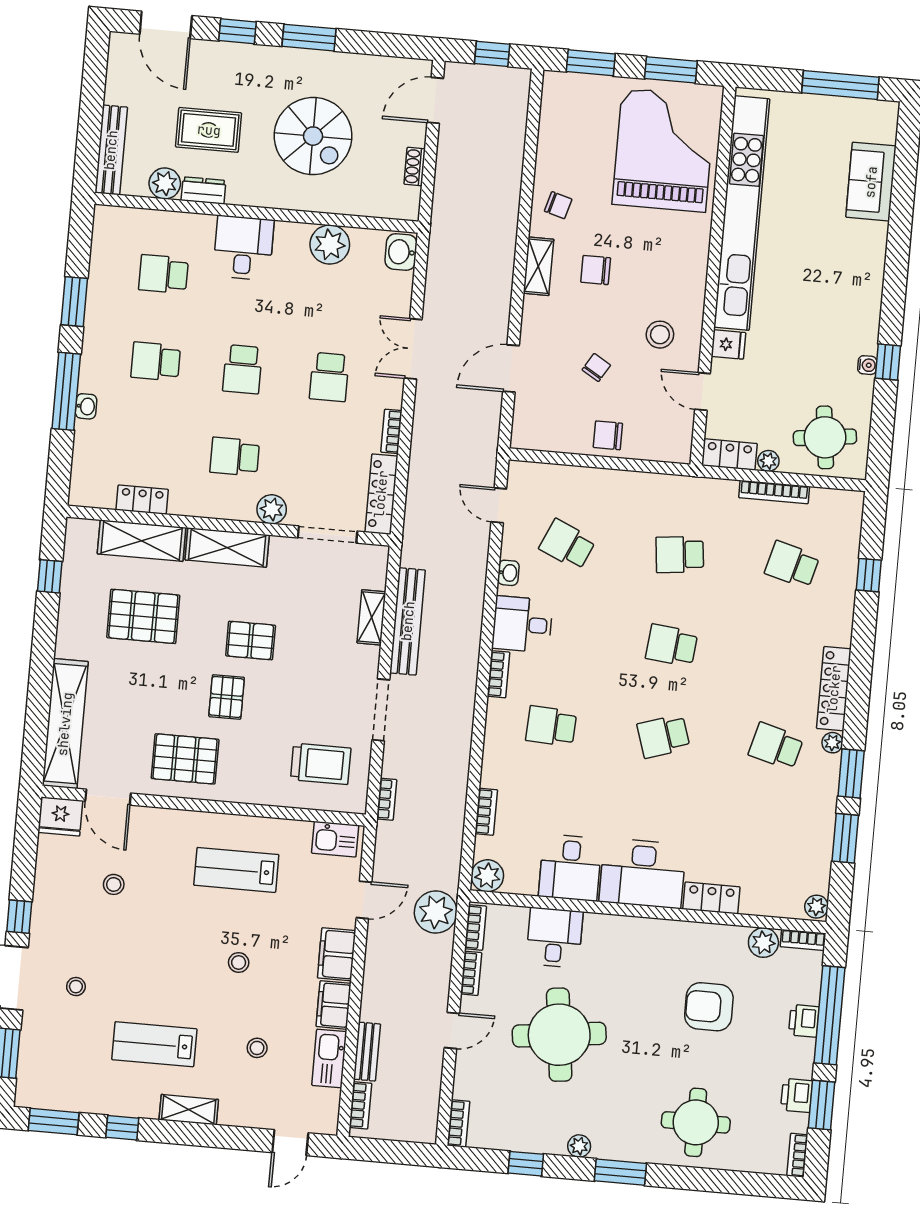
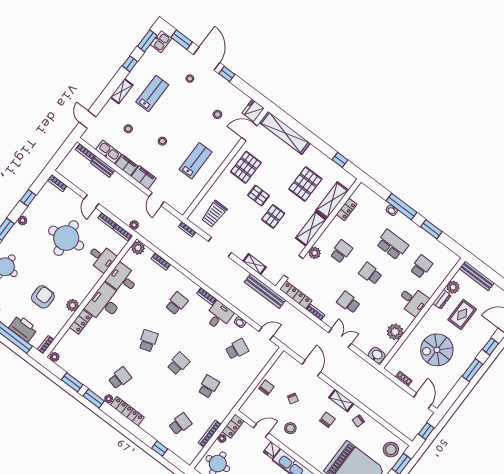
stool: (575, 102) -> (391, 450), added
school desk: (156, 361) -> (392, 245), width x1.85
bench: (408, 621) -> (265, 291), moved
kitchen sink: (335, 839) -> (161, 41), moved, turned 180
plant: (436, 912) -> (134, 225), width x0.53, depth x0.53
plant: (763, 943) -> (72, 305), moved
printer: (804, 1021) -> (23, 328), width x1.87, depth x1.48

